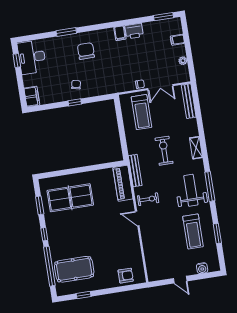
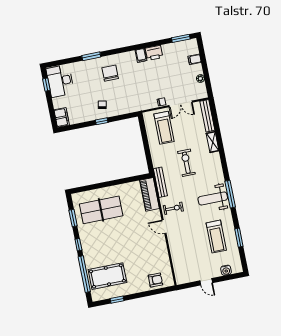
shelving: (196, 148) -> (213, 142), moved
weight bench: (191, 190) -> (213, 198), turned -90

